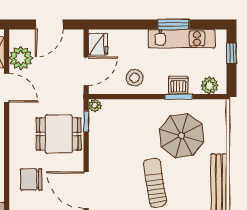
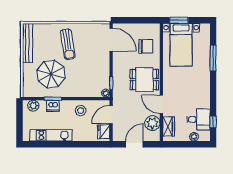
window: (174, 24) -> (56, 144), removed
window: (231, 53) -> (19, 126), removed
dining table: (59, 134) -> (144, 80), moved

